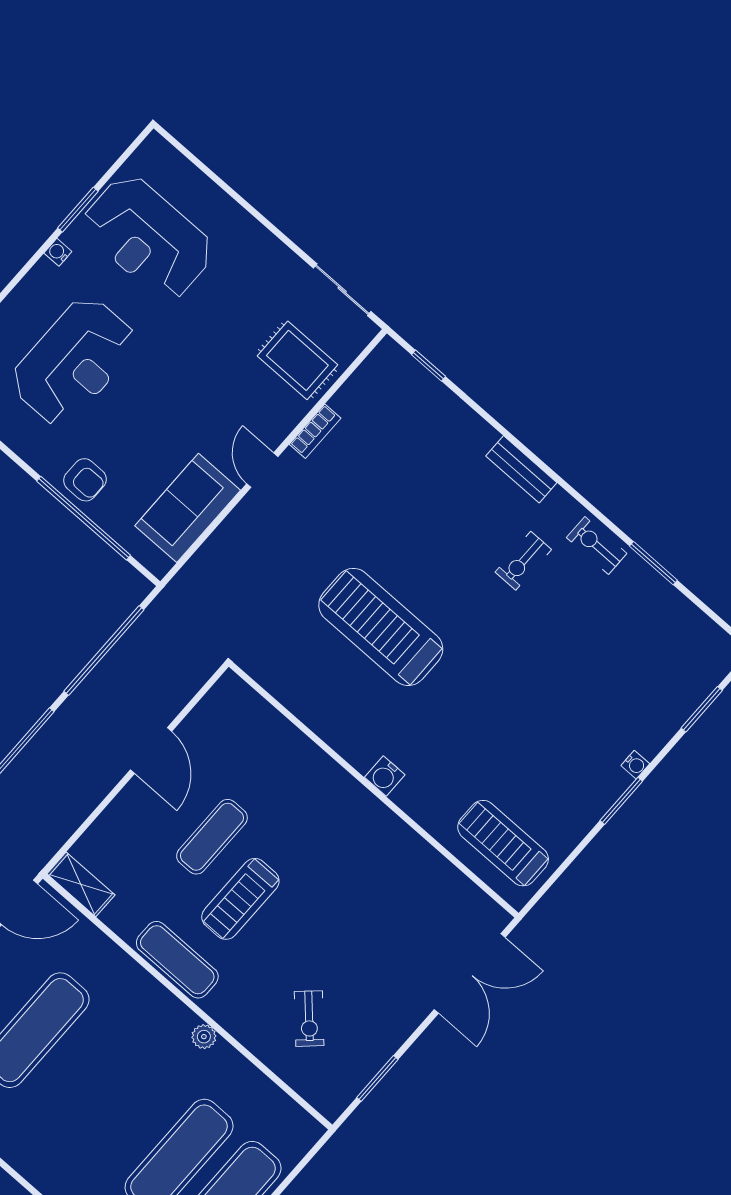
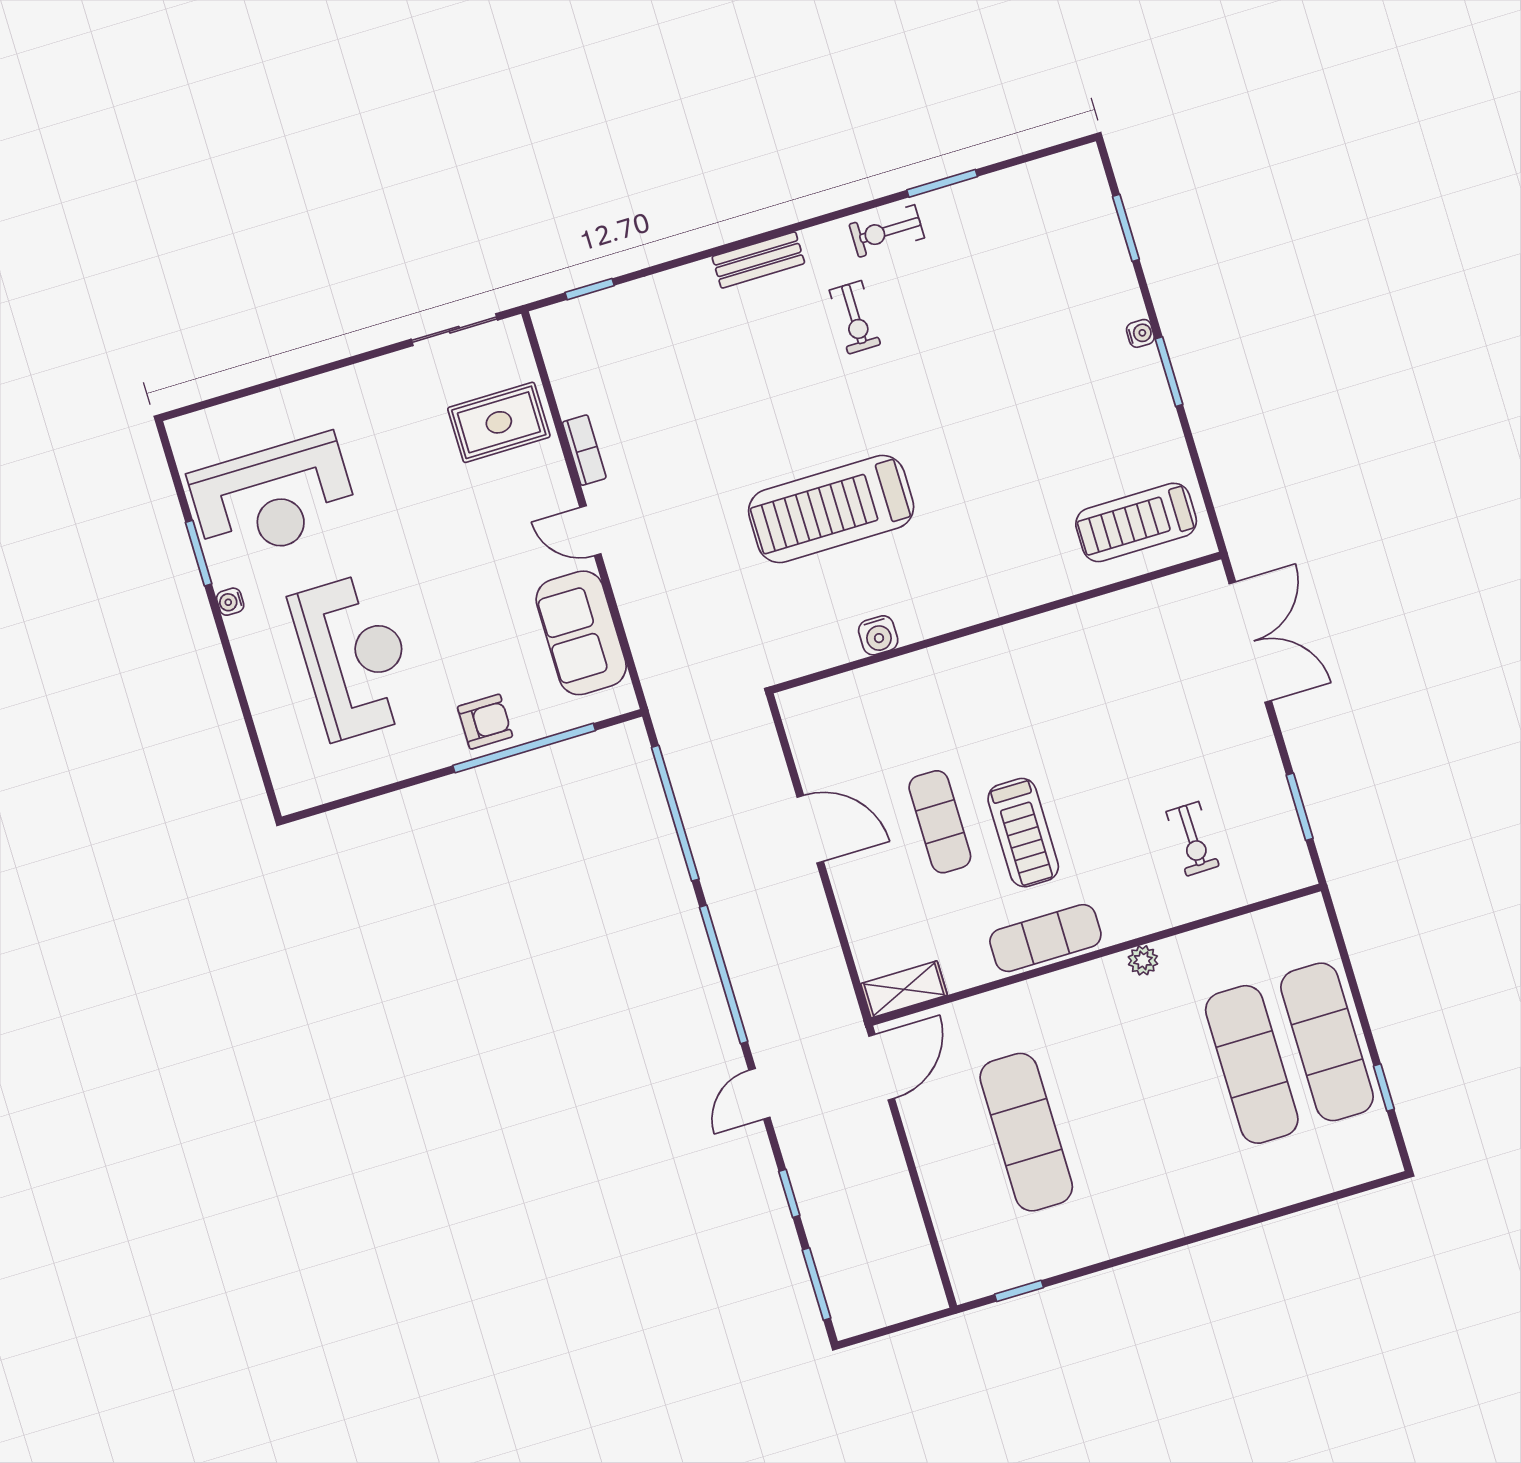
water cooler: (385, 776) -> (878, 635), moved
exercise bike: (309, 1019) -> (1193, 839), turned 42

